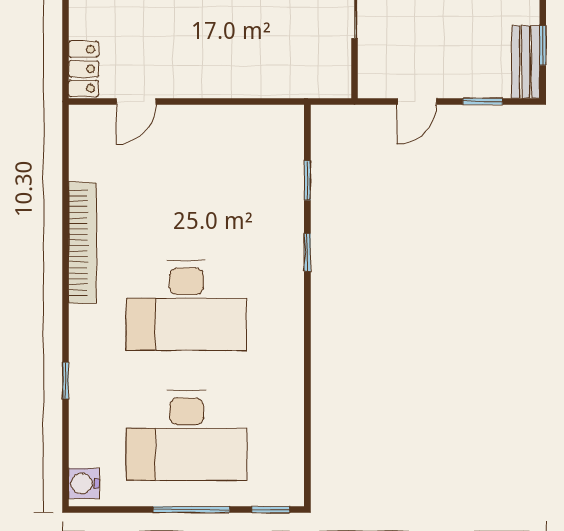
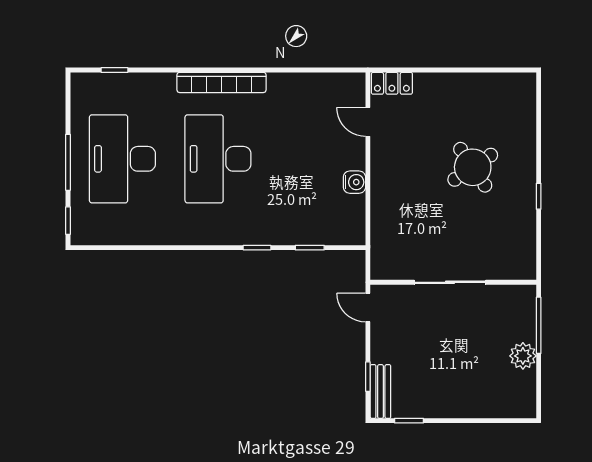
bench: (526, 62) -> (380, 391), moved, turned 90
door: (417, 101) -> (368, 307), moved
bookcase: (82, 243) -> (221, 82), moved
window: (66, 380) -> (114, 70), moved
water cooler: (84, 483) -> (354, 182), moved, turned 90

